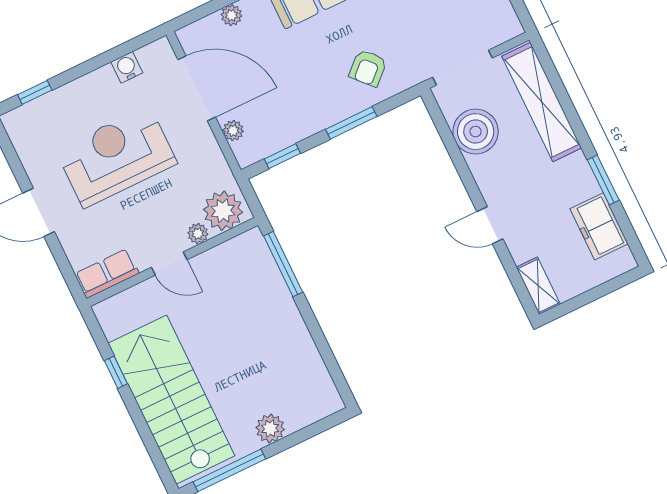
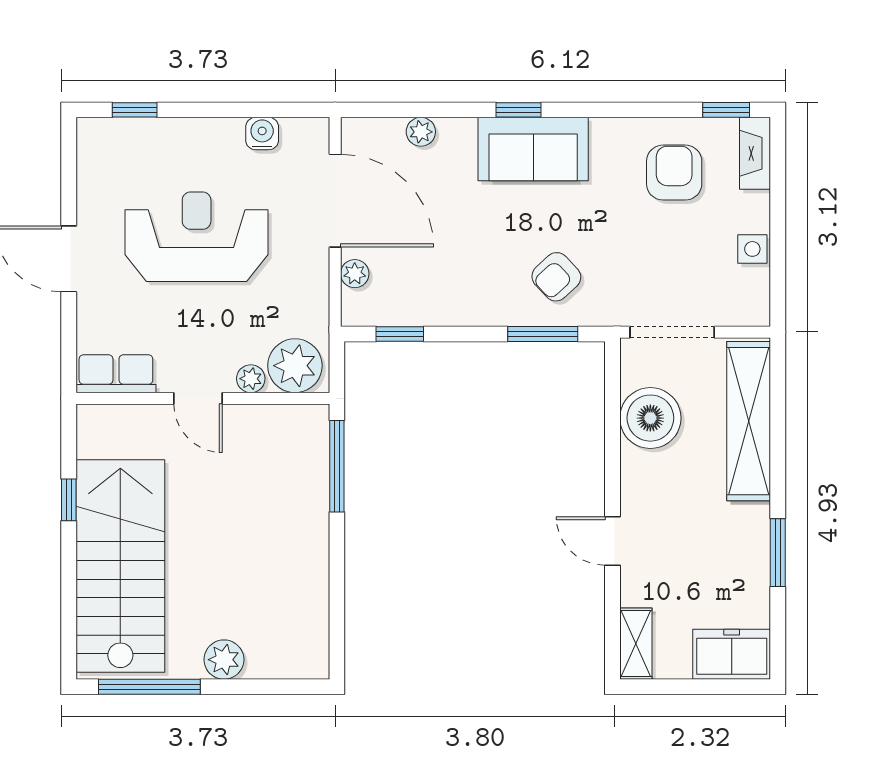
window: (351, 123) -> (543, 334), moved
freezer: (599, 226) -> (732, 654), moved, turned 90

